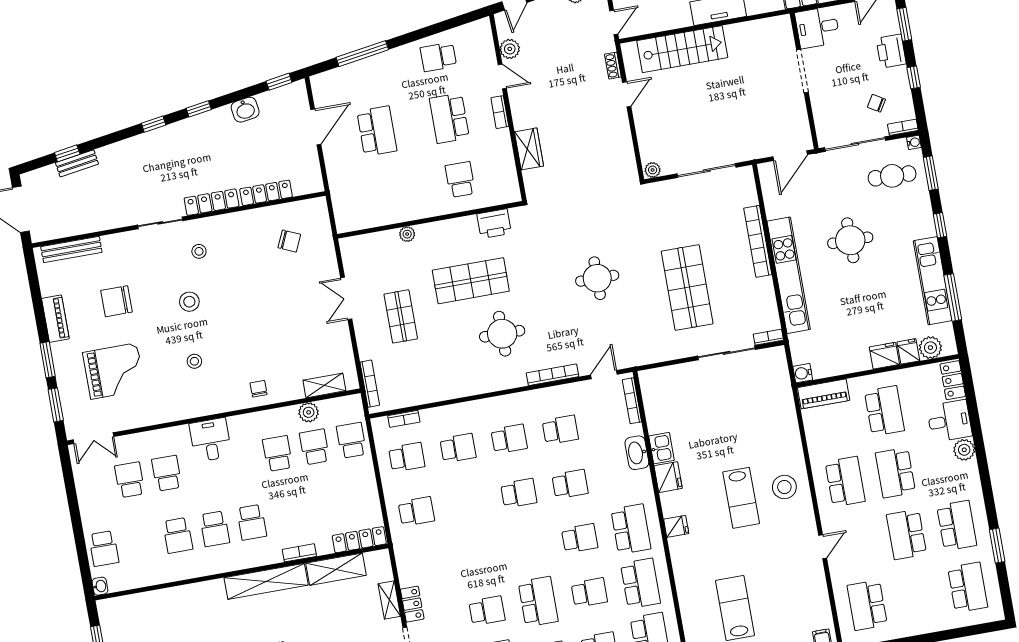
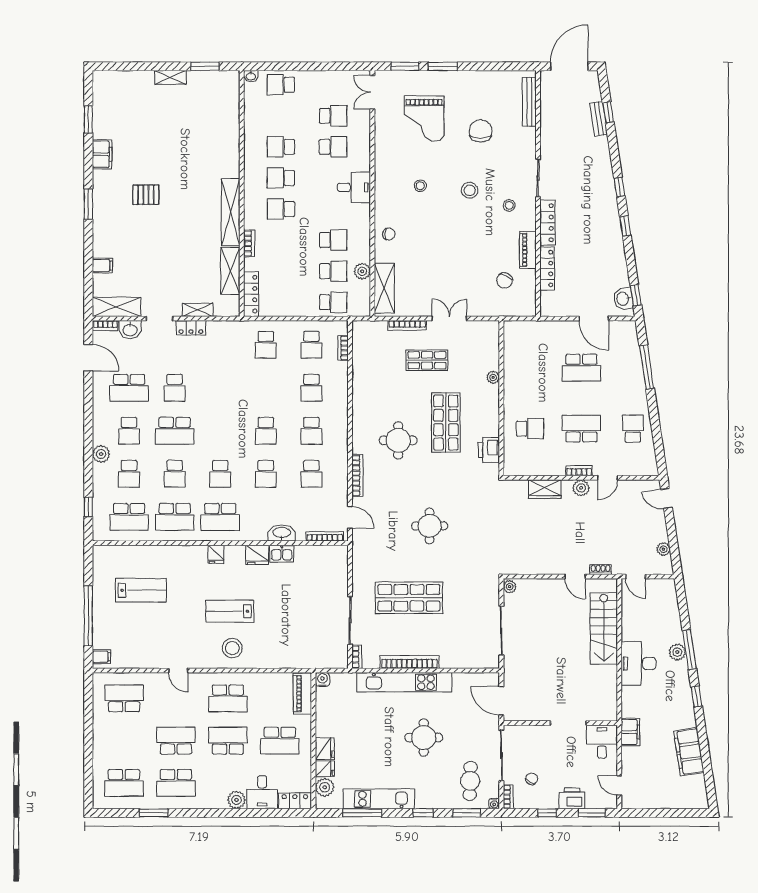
plant: (510, 49) -> (581, 488), moved
washbasin: (245, 110) -> (623, 299), moved
bookcase: (758, 241) -> (409, 662), moved
piano: (55, 319) -> (528, 250), moved, turned 90
bookcase: (370, 384) -> (407, 325), moved
shelving: (324, 385) -> (384, 288), width x1.50, depth x1.33

